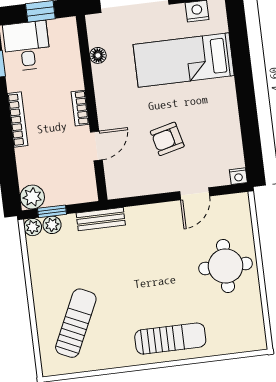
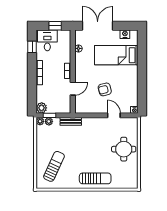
door: (195, 194) -> (114, 115), swing flipped

